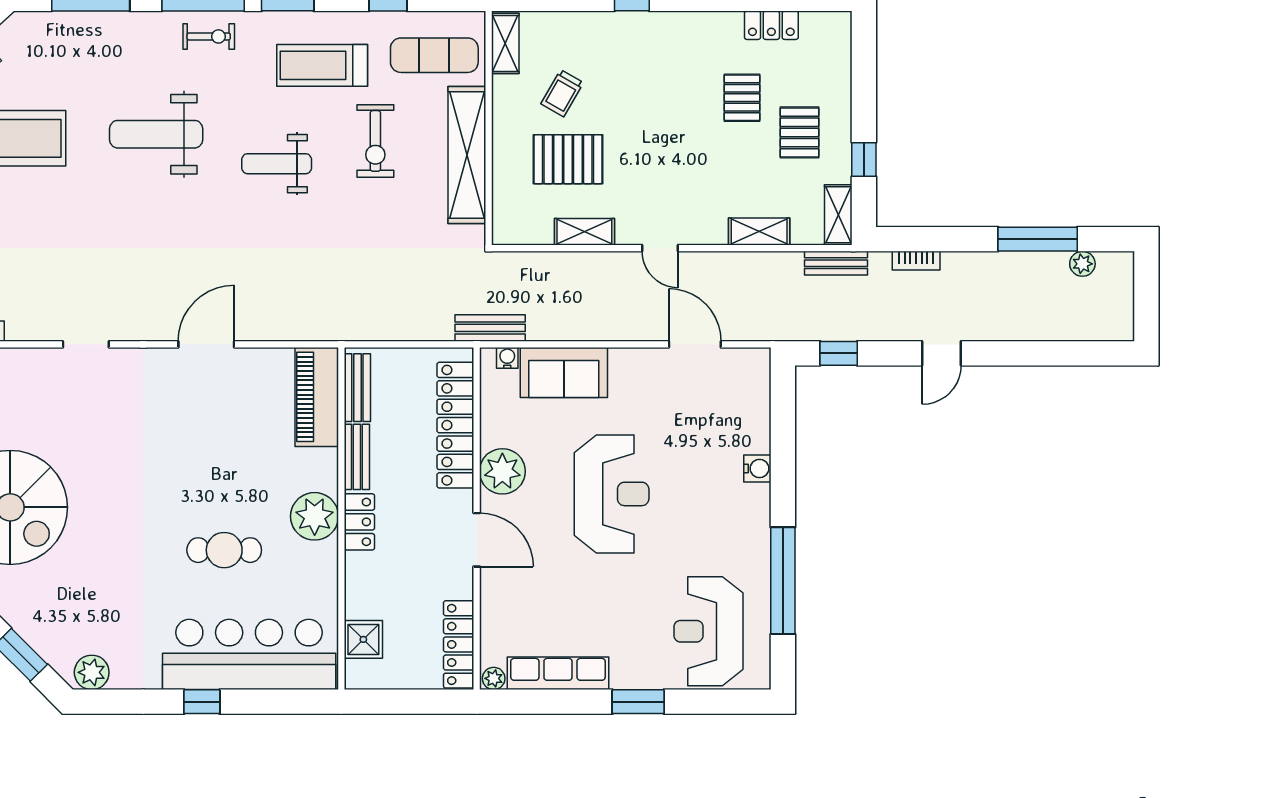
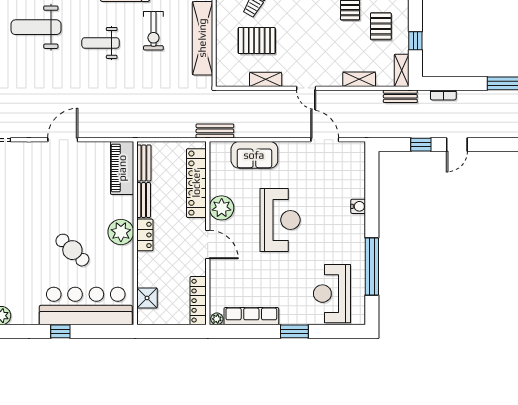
window: (839, 353) -> (421, 145), moved
water cooler: (507, 358) -> (224, 147), removed
cafe table: (224, 550) -> (72, 250), turned 44

